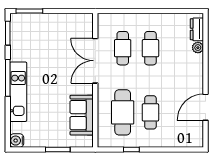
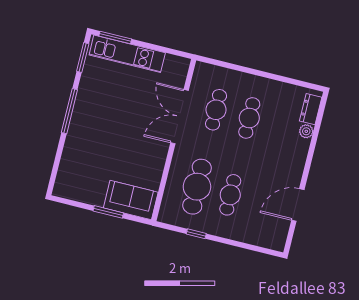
kitchen unit: (18, 92) -> (127, 54), moved, turned 90
sofa: (82, 115) -> (131, 200), moved, turned 90
water cooler: (17, 141) -> (62, 189), removed

